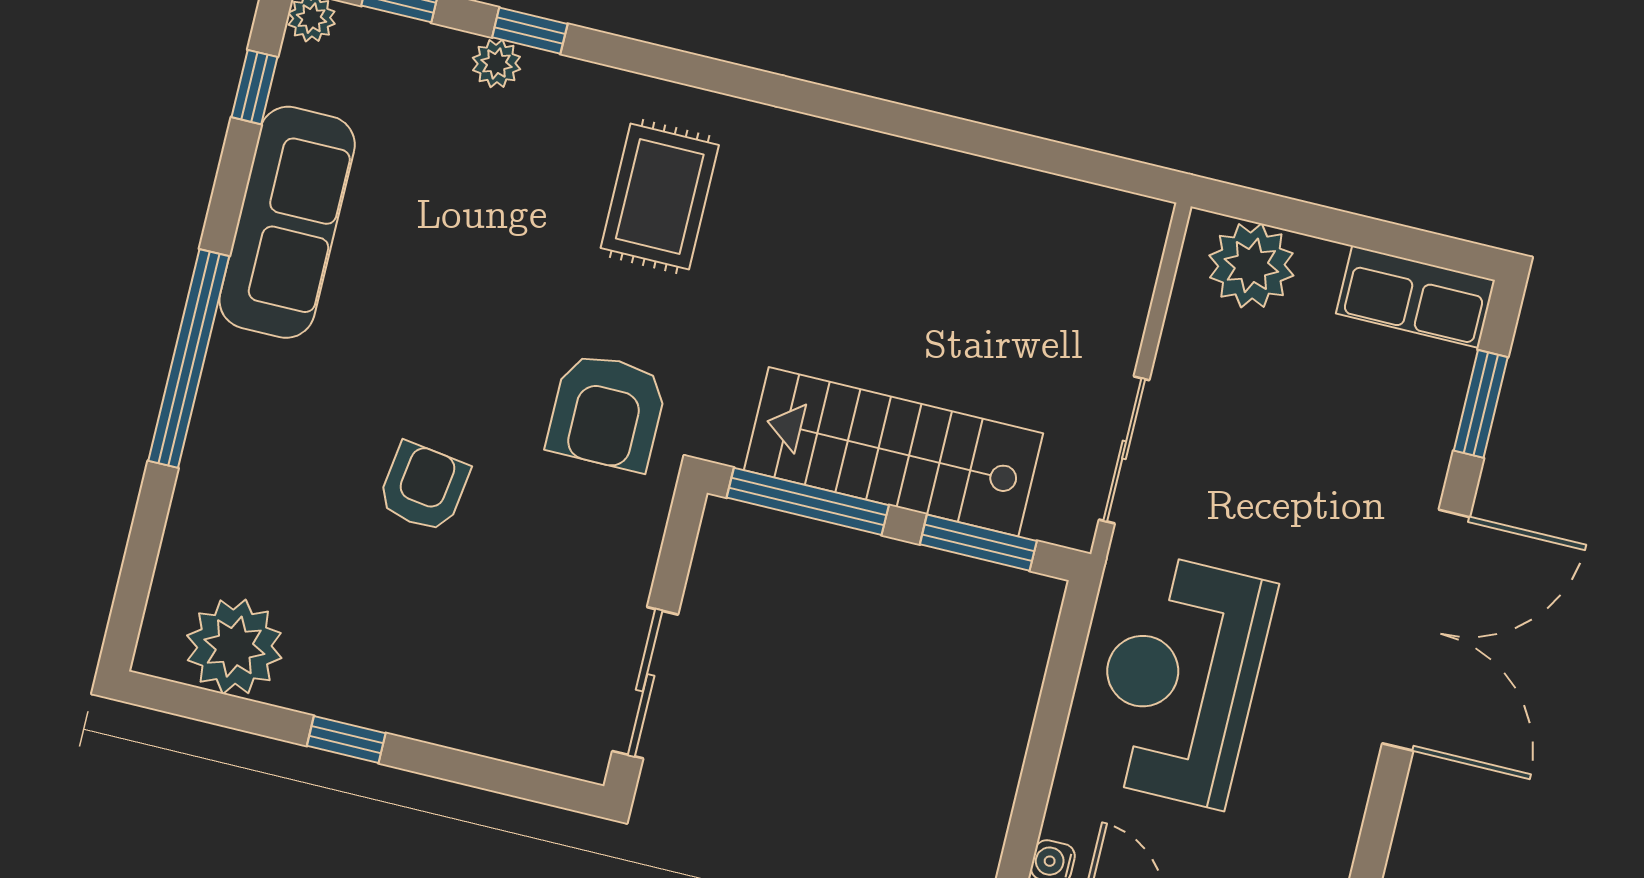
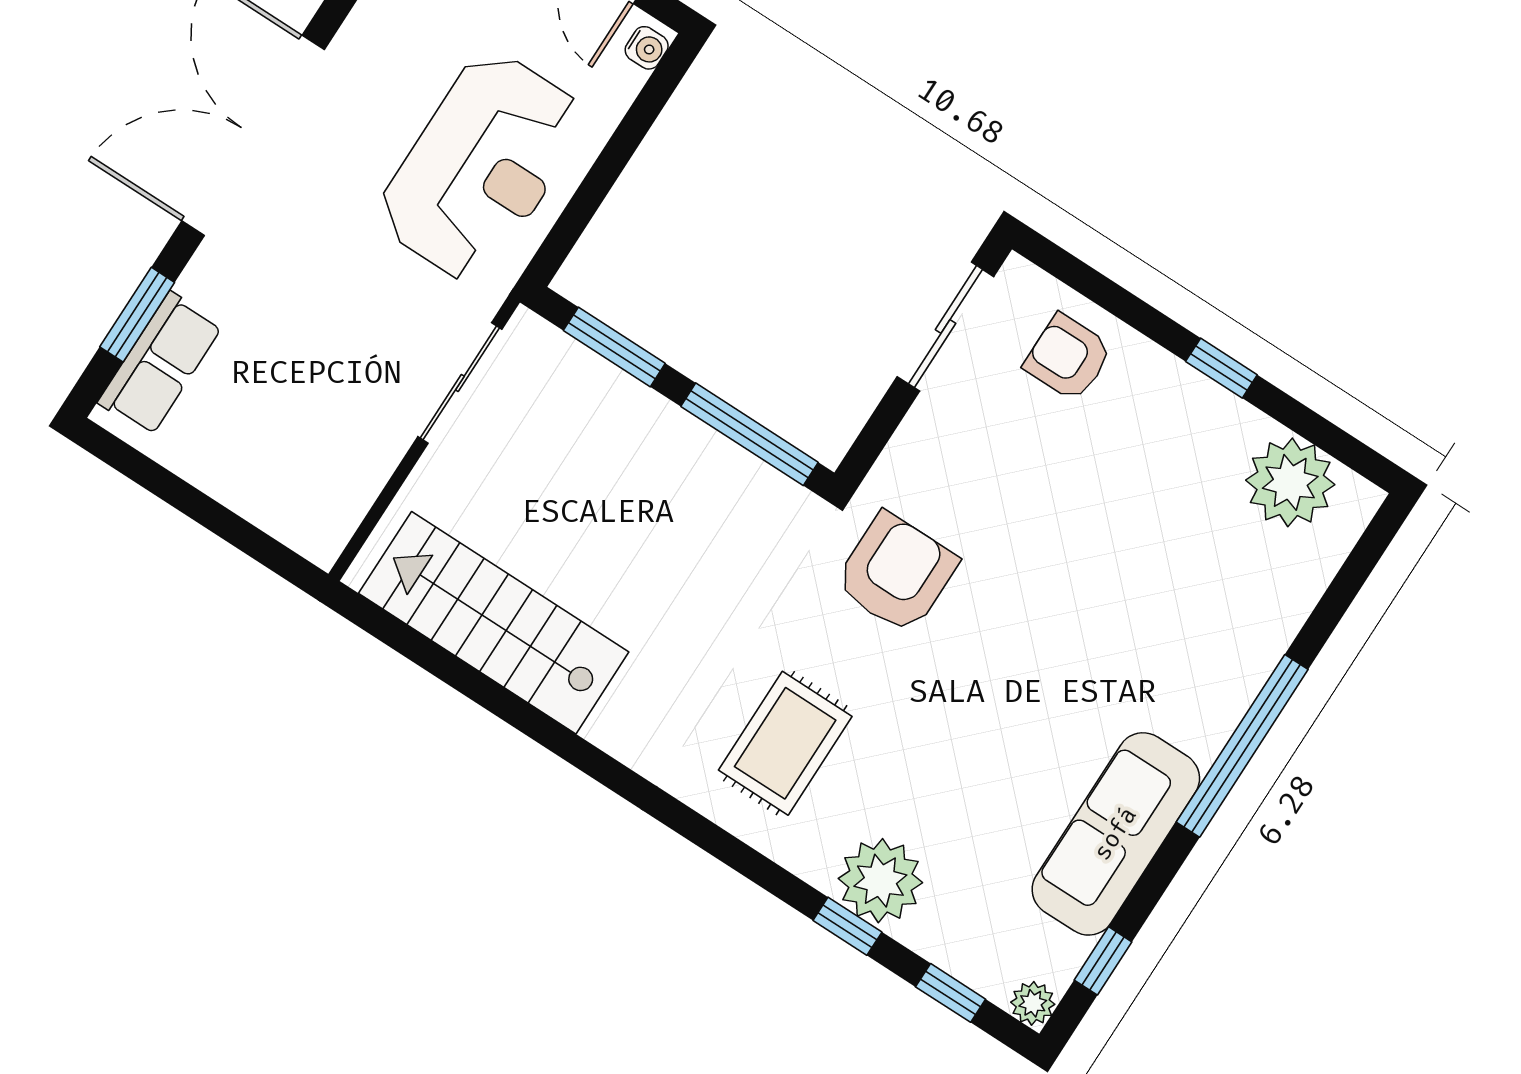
plant: (496, 64) -> (880, 881), width x1.88, depth x1.88
plant: (1251, 265) -> (294, 504), removed
row of seats: (1415, 297) -> (160, 364), moved, turned 90
stairs: (893, 452) -> (494, 623), moved, turned 180
armchair: (424, 487) -> (1068, 357), moved, turned 82

